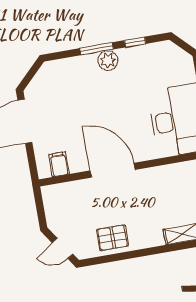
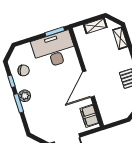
chair: (151, 65) -> (24, 70), added
filing cabinet: (59, 164) -> (89, 116), width x2.00

